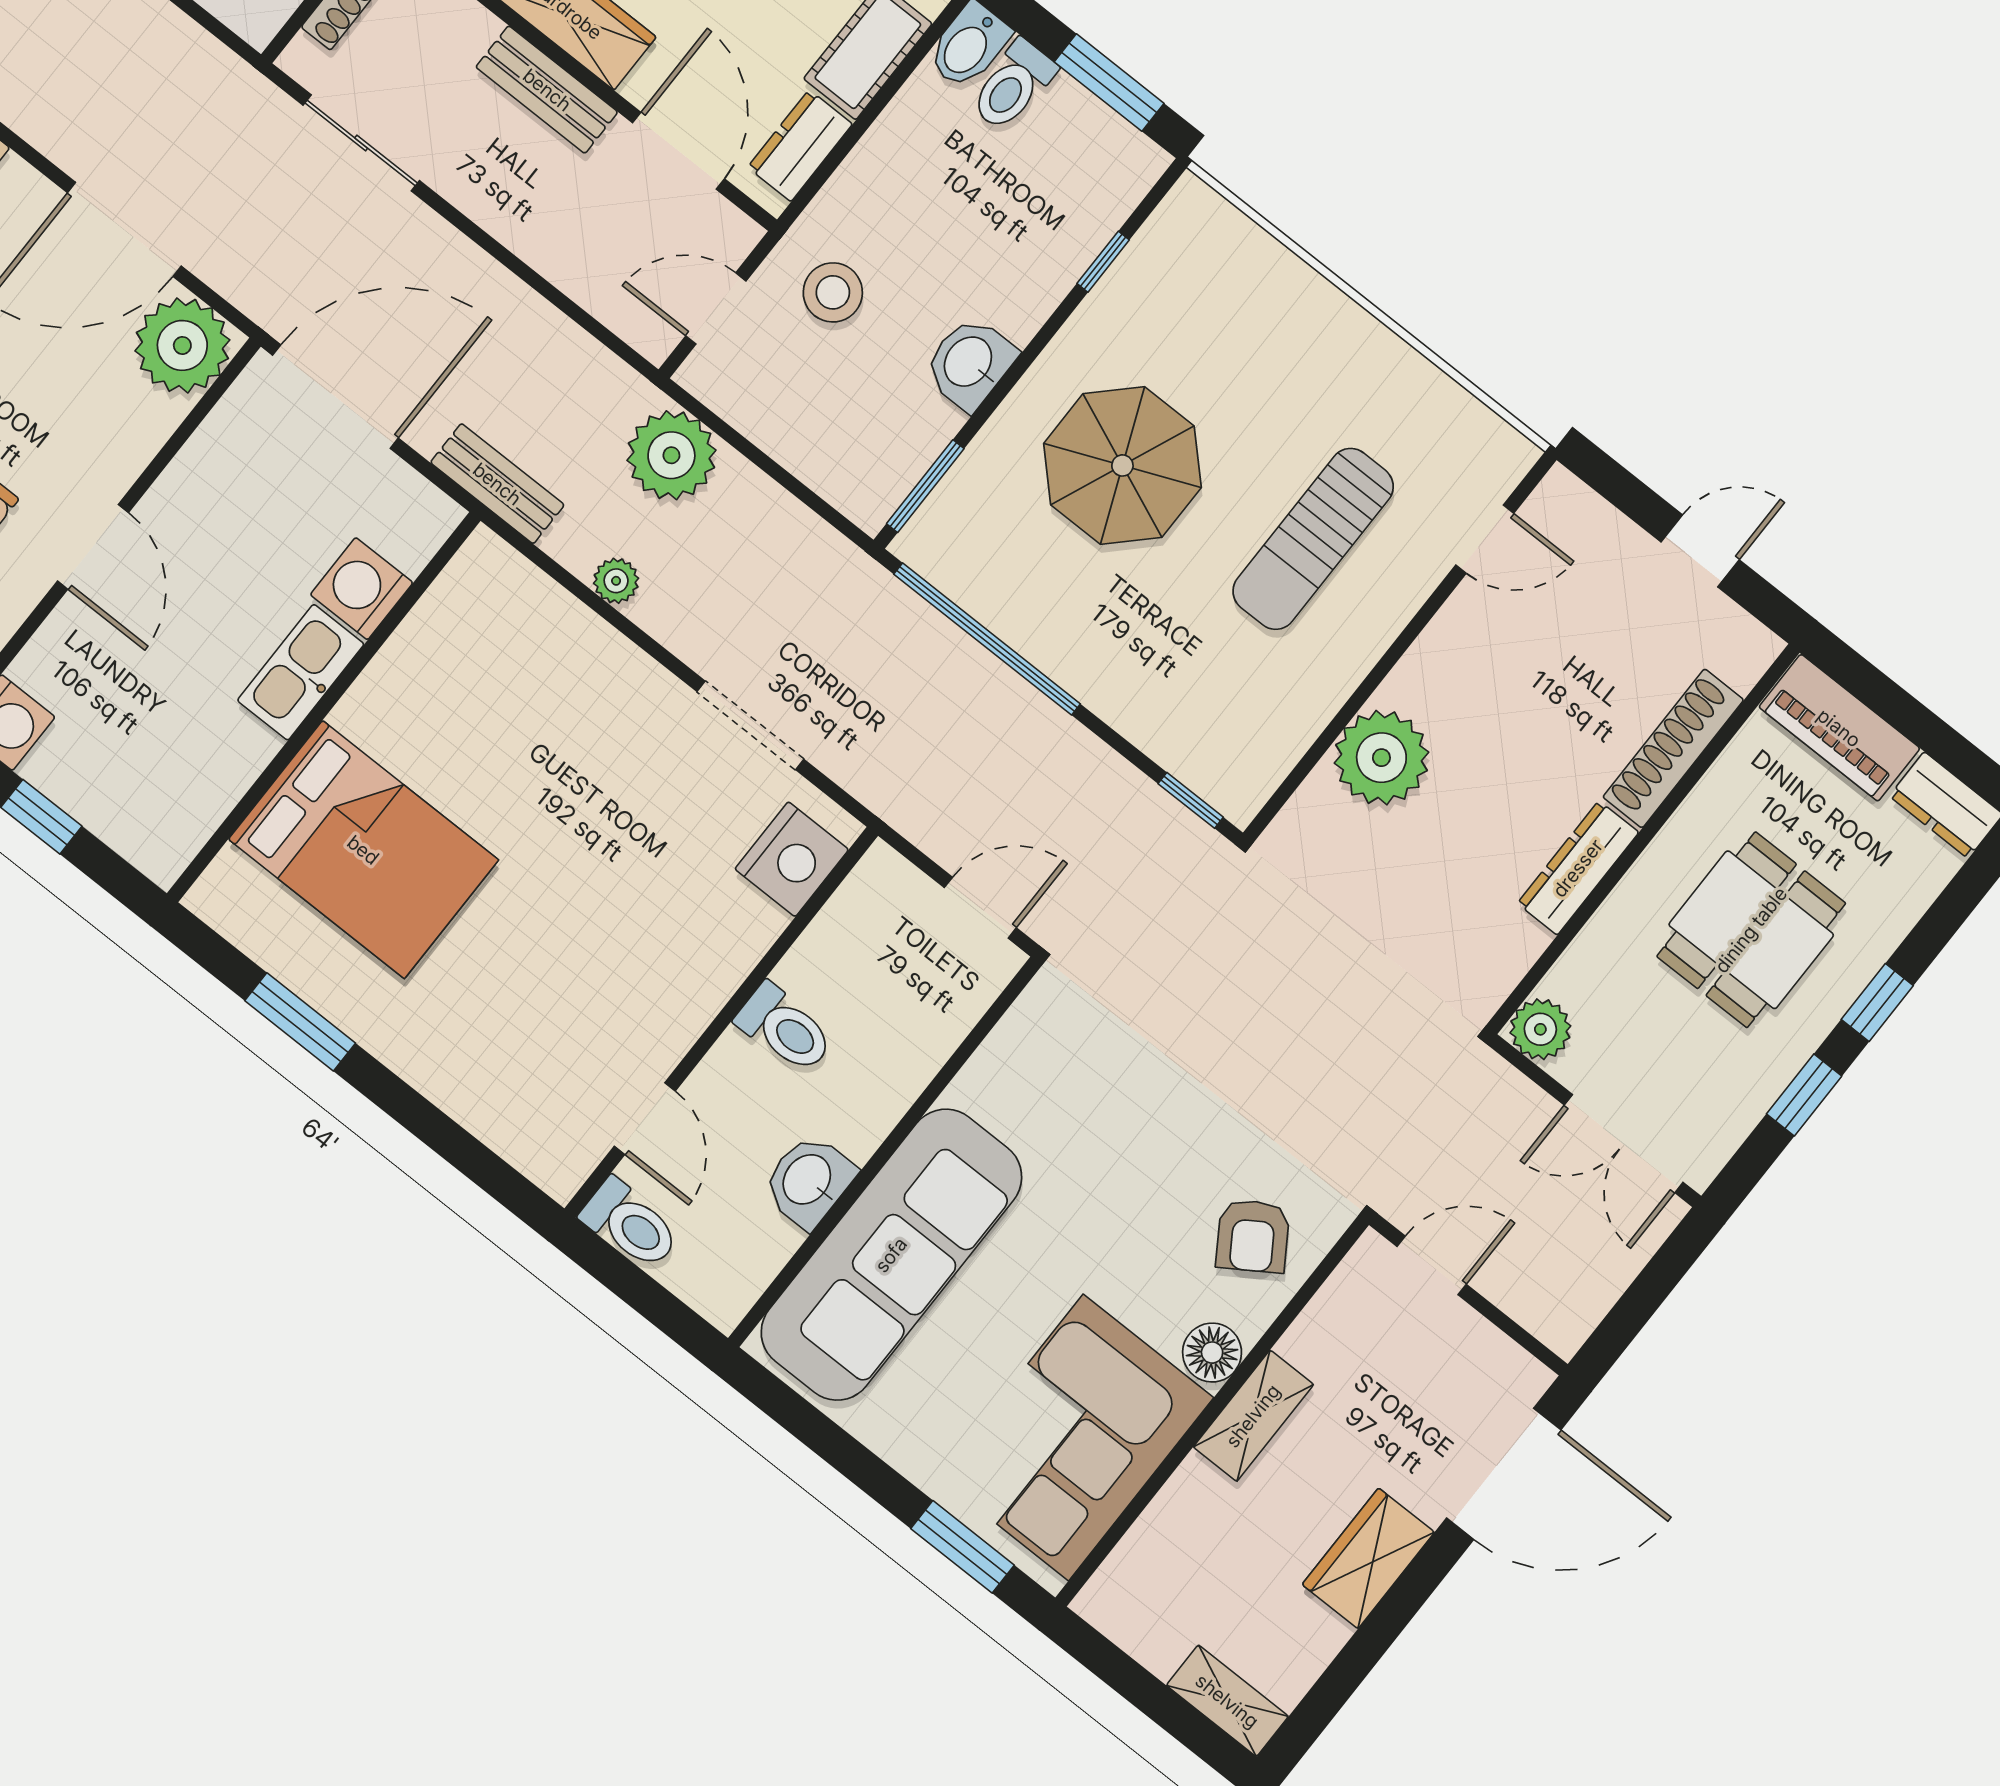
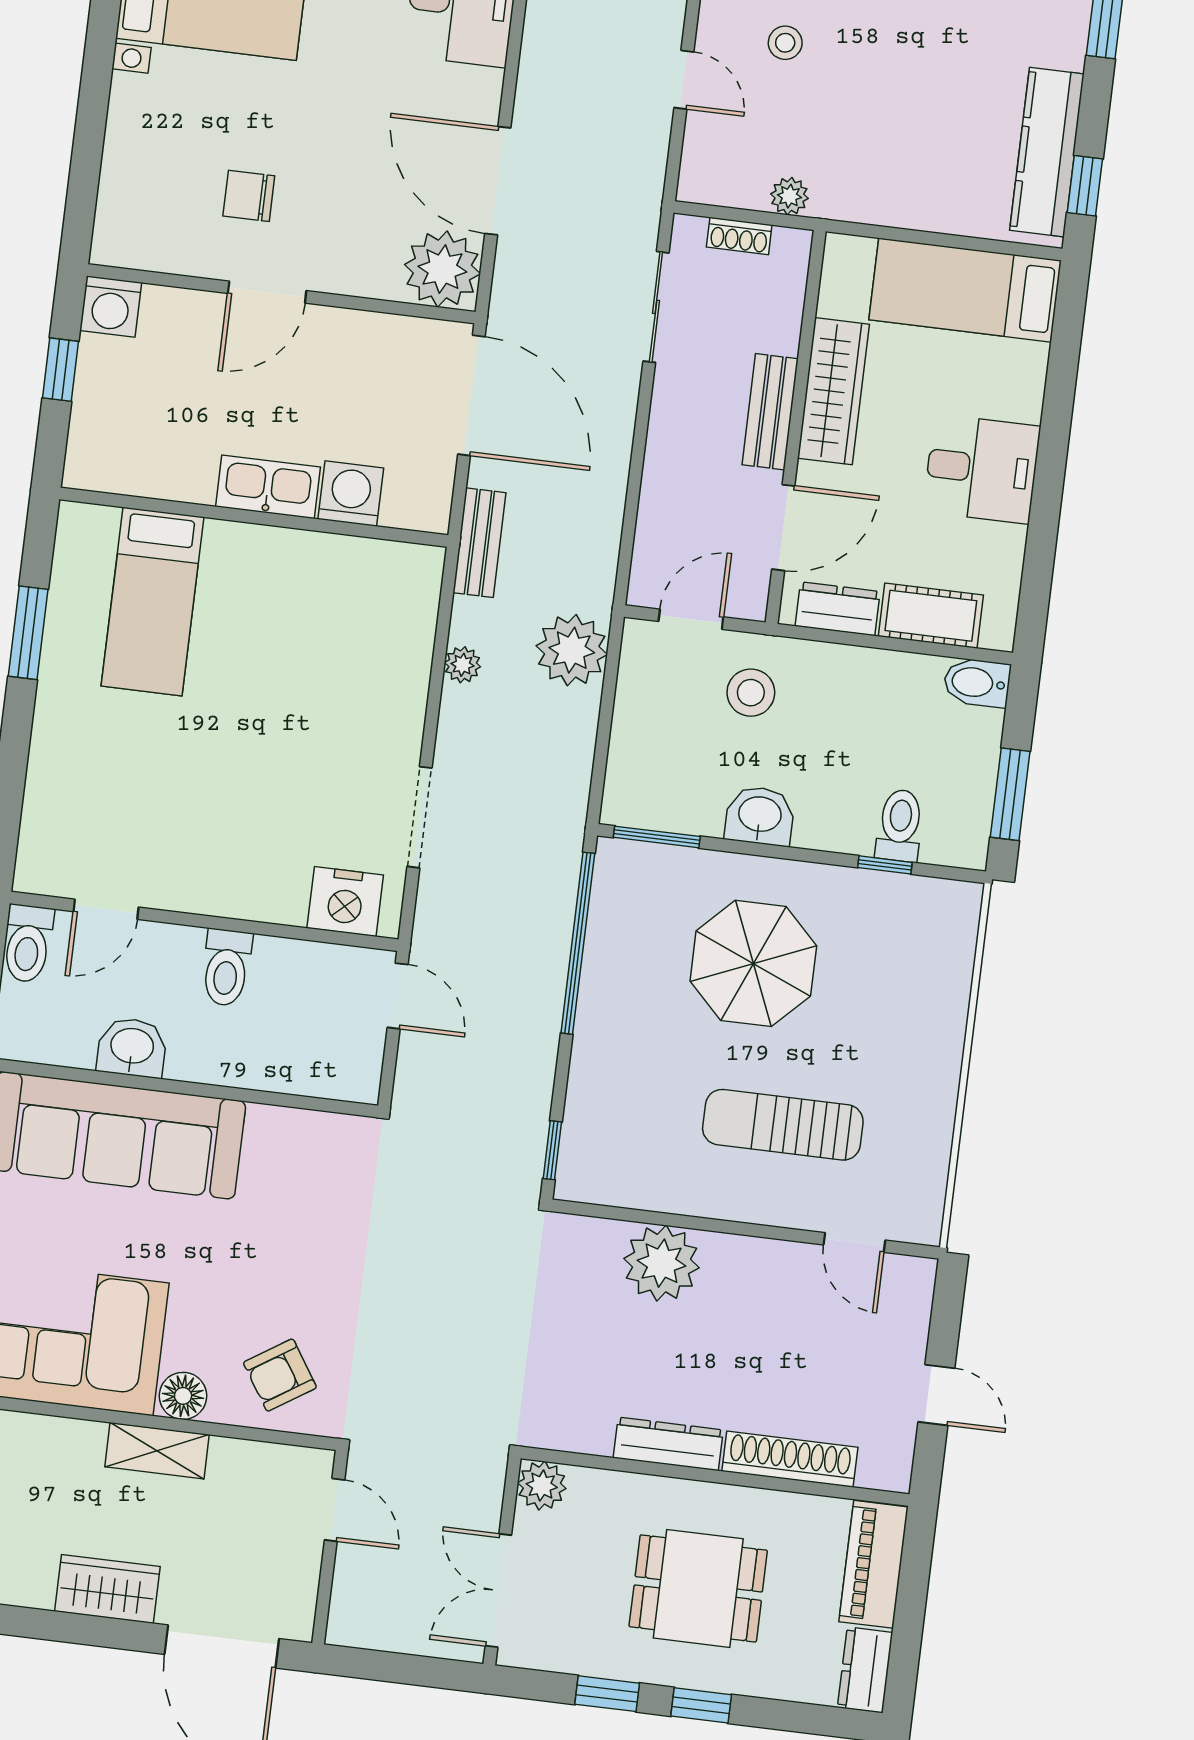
toilet: (1013, 85) -> (900, 825), moved, turned 90
door: (716, 308) -> (691, 619), hinge flipped
bed: (363, 850) -> (153, 602), width x0.67
door: (980, 908) -> (398, 996), moved

